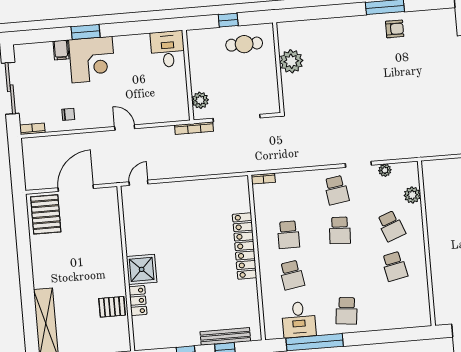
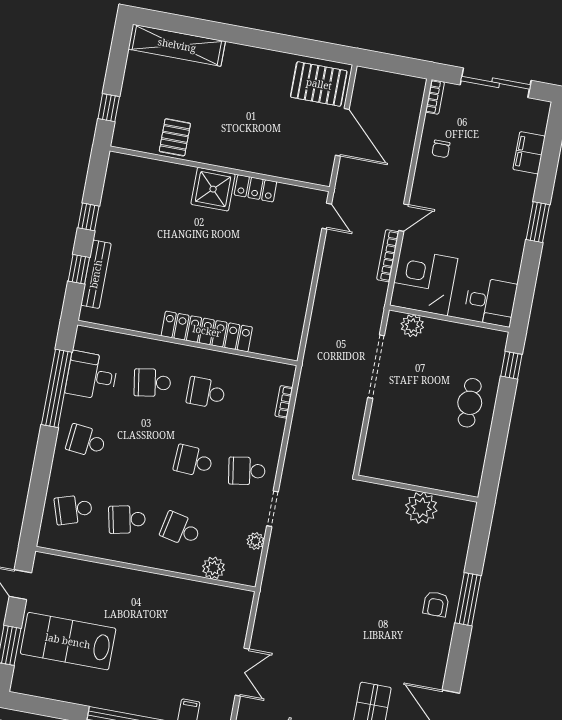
window: (228, 20) -> (511, 365), moved
window: (86, 32) -> (538, 222), moved
filing cabinet: (61, 50) -> (529, 153), width x2.00
corner desk: (92, 60) -> (424, 282), moved, turned 90
plant: (291, 61) -> (421, 508), moved
wall: (278, 68) -> (418, 489), moved
bookcase: (194, 128) -> (388, 256), moved
bookcase: (263, 179) -> (284, 402), moved
school desk: (391, 226) -> (181, 529), turned 33
locker: (138, 301) -> (255, 188), moved
school desk: (398, 307) -> (73, 509), added

